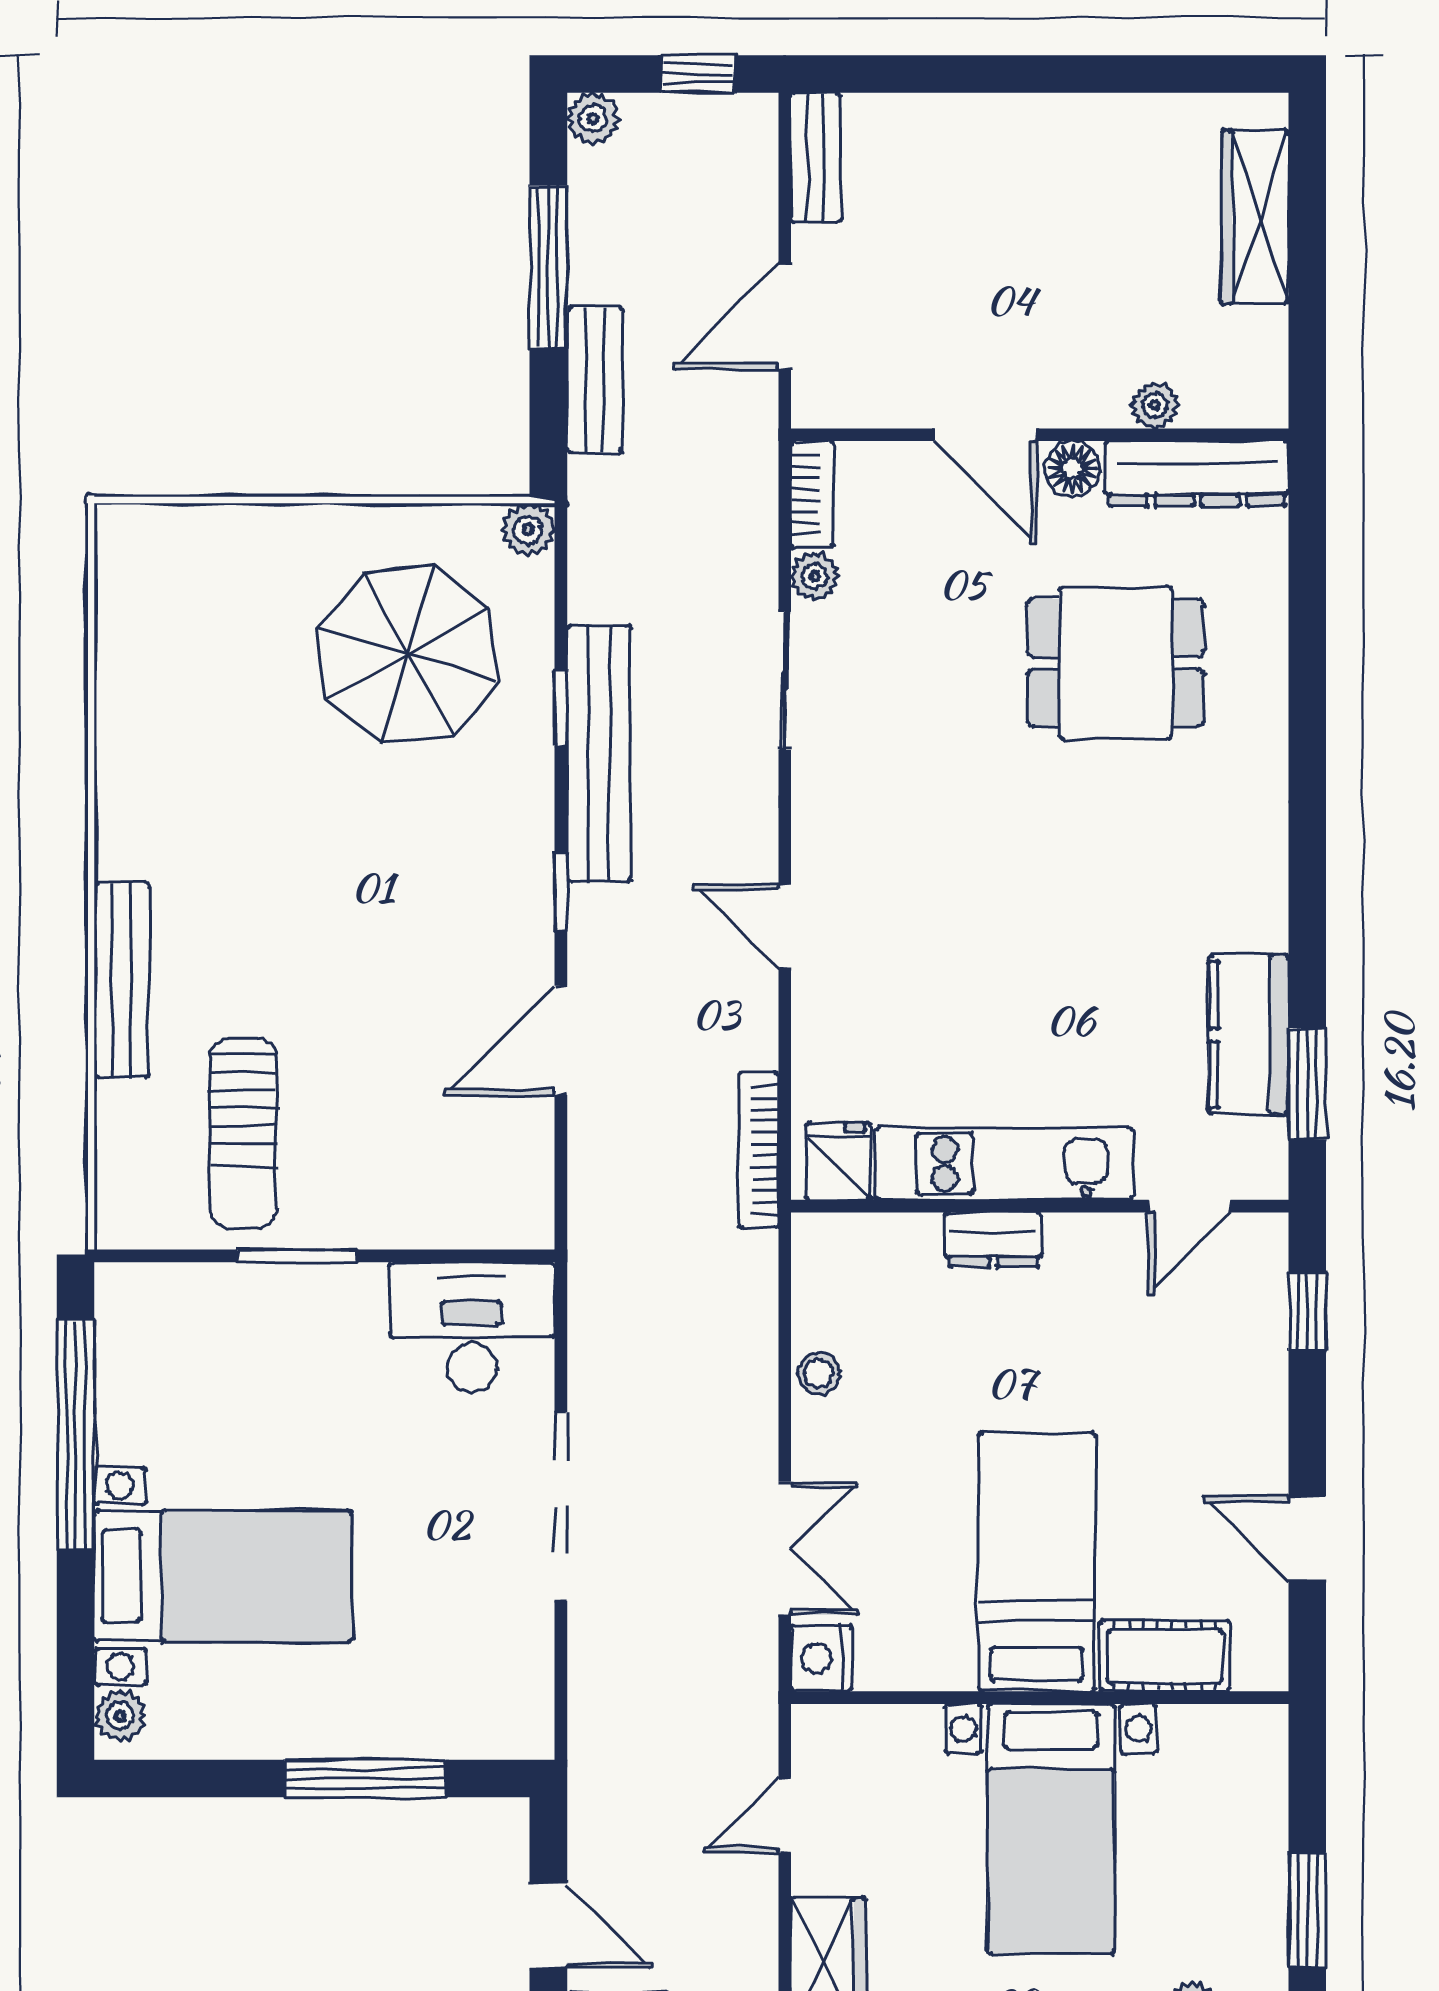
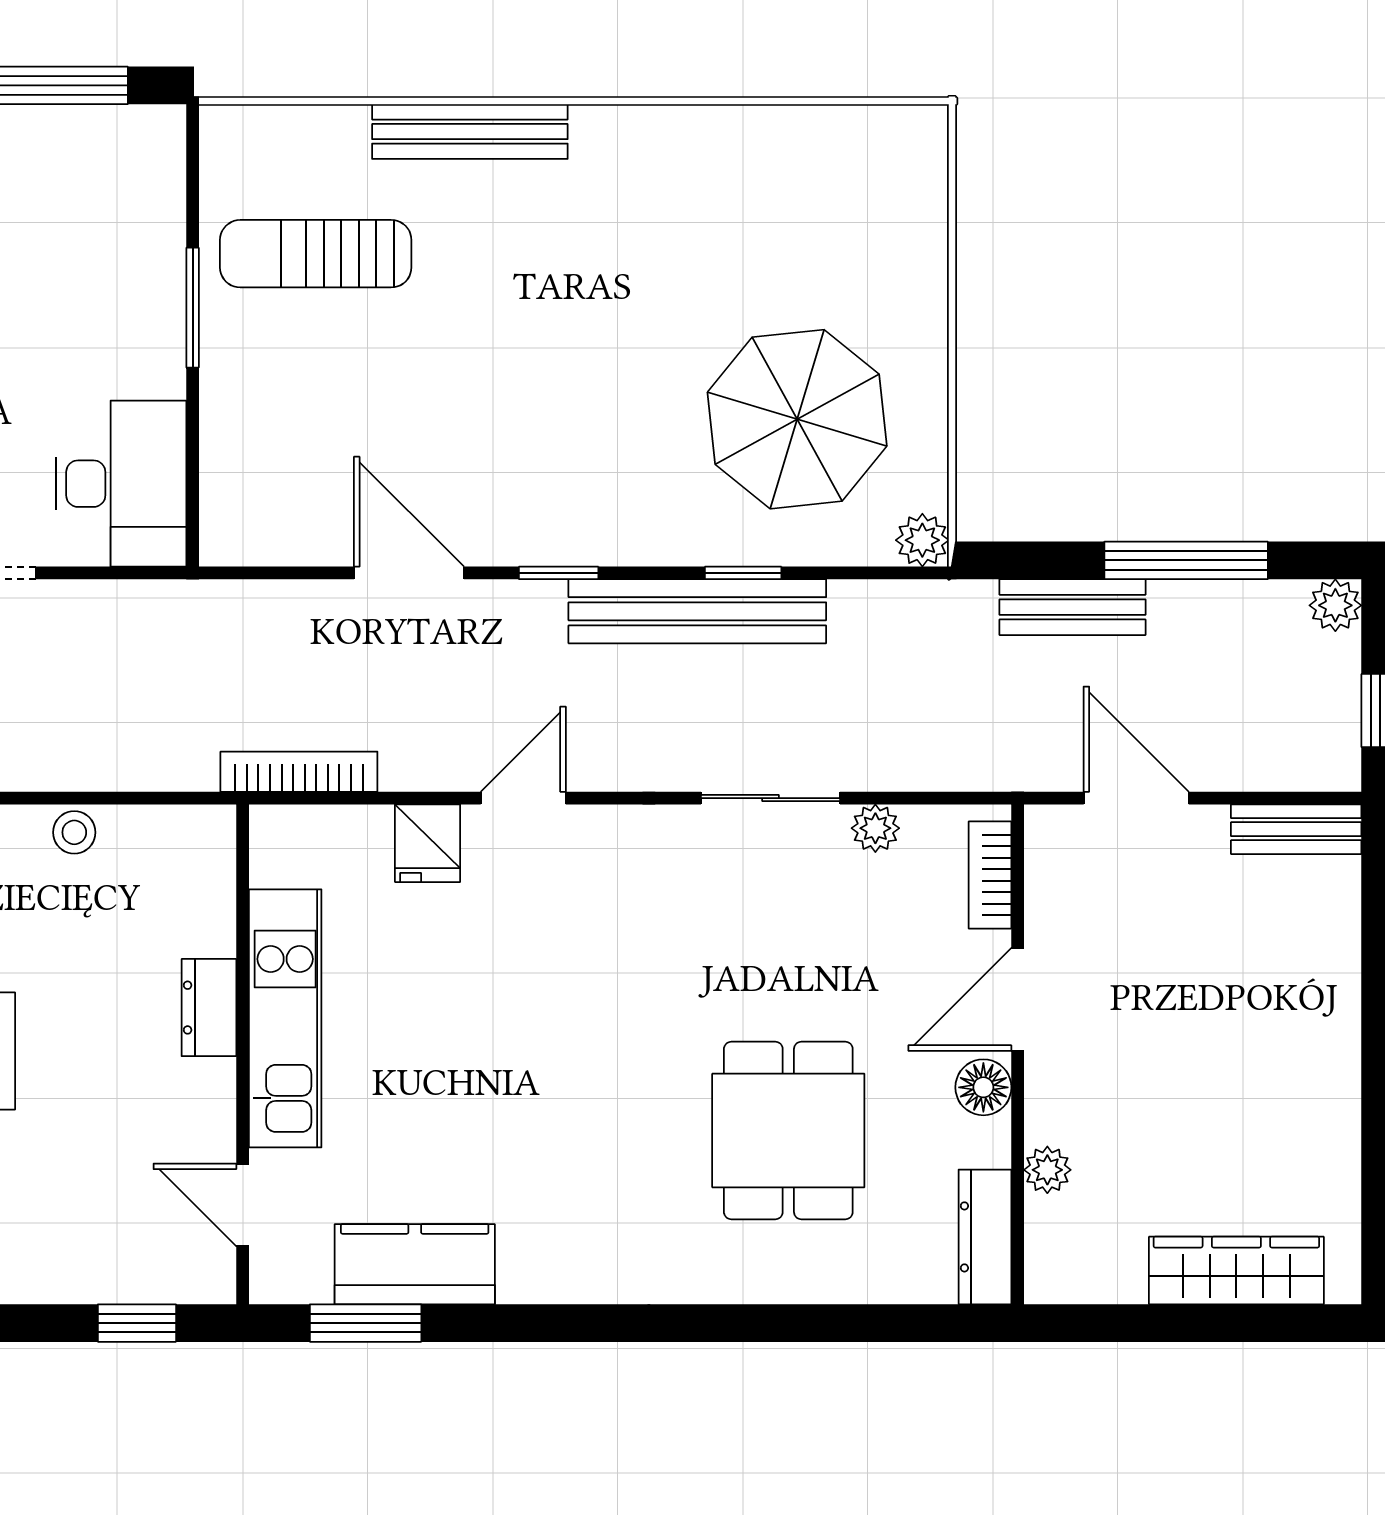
dresser: (1197, 474) -> (985, 1237), width x0.73, depth x0.80
bookcase: (812, 494) -> (990, 875), moved, turned 90
fridge: (838, 1161) -> (428, 843), moved, turned 90

